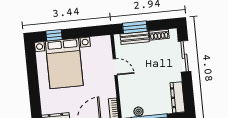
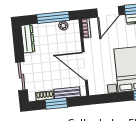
window: (135, 27) -> (56, 103), moved
door: (115, 67) -> (85, 66), width x1.87

